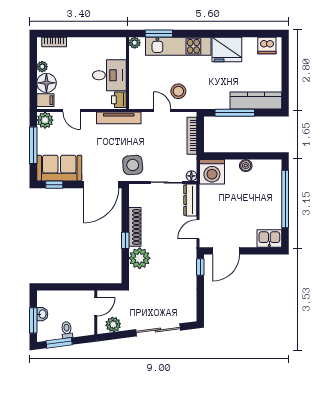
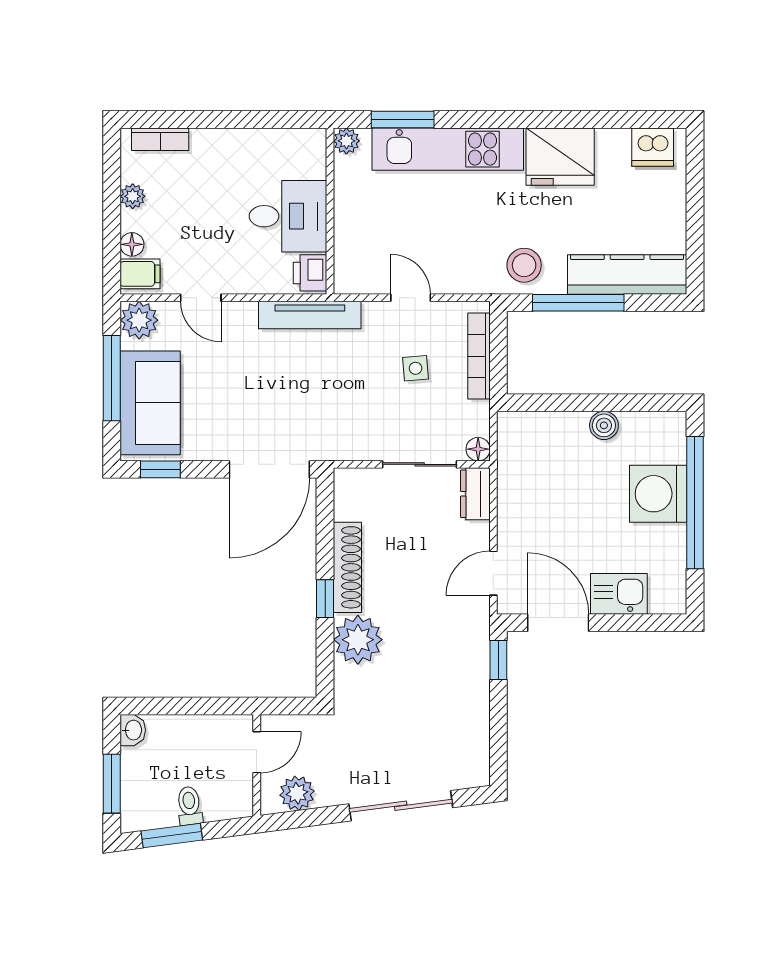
floor lamp: (46, 83) -> (132, 244), width x0.53, depth x0.53
stool: (178, 91) -> (524, 265), moved
side table: (133, 165) -> (416, 368), moved, width x0.54, depth x0.54
sofa: (59, 168) -> (150, 403), moved, turned 90
washing machine: (212, 172) -> (658, 494), moved, turned 90
dresser: (190, 200) -> (475, 494), width x0.70
kitchen sink: (269, 238) -> (619, 594), moved
door: (226, 251) -> (558, 623), swing flipped
washbasin: (42, 314) -> (133, 730), moved

